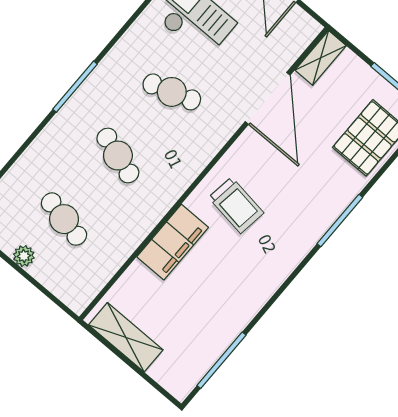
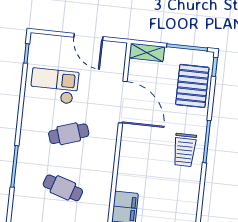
shelving: (321, 58) -> (147, 52), moved, turned 90
trolley: (236, 205) -> (185, 150), moved, turned 82

